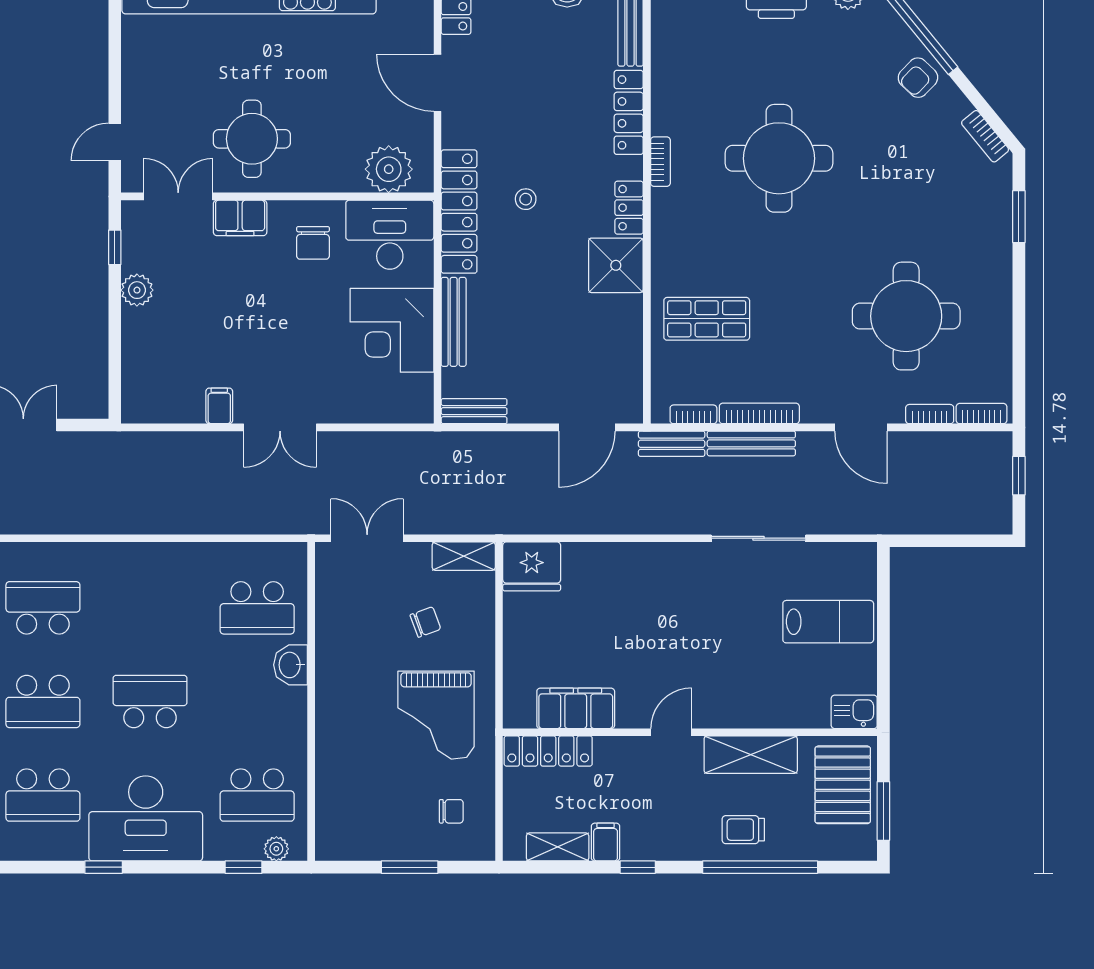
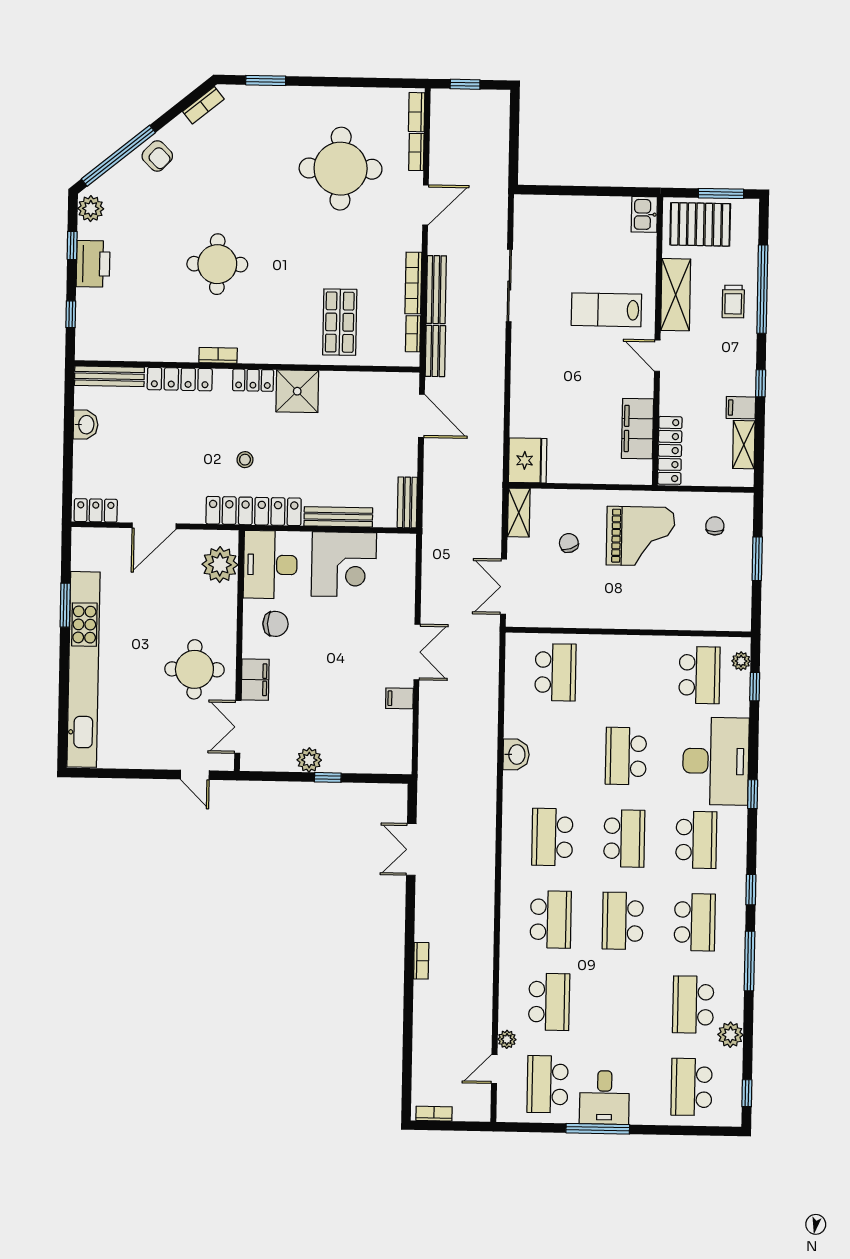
round table: (779, 158) -> (217, 264), width x0.73, depth x0.73
window: (115, 247) -> (328, 777), moved
lab bench: (828, 622) -> (606, 310), moved, turned -90
washbasin: (291, 665) -> (516, 754), moved, turned -90

